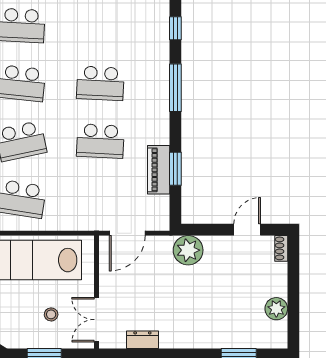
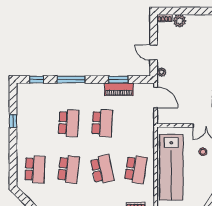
door: (247, 230) -> (154, 53), moved
door: (127, 233) -> (156, 97), moved
plant: (188, 250) -> (162, 72), width x0.53, depth x0.53
plant: (276, 309) -> (180, 21), moved

